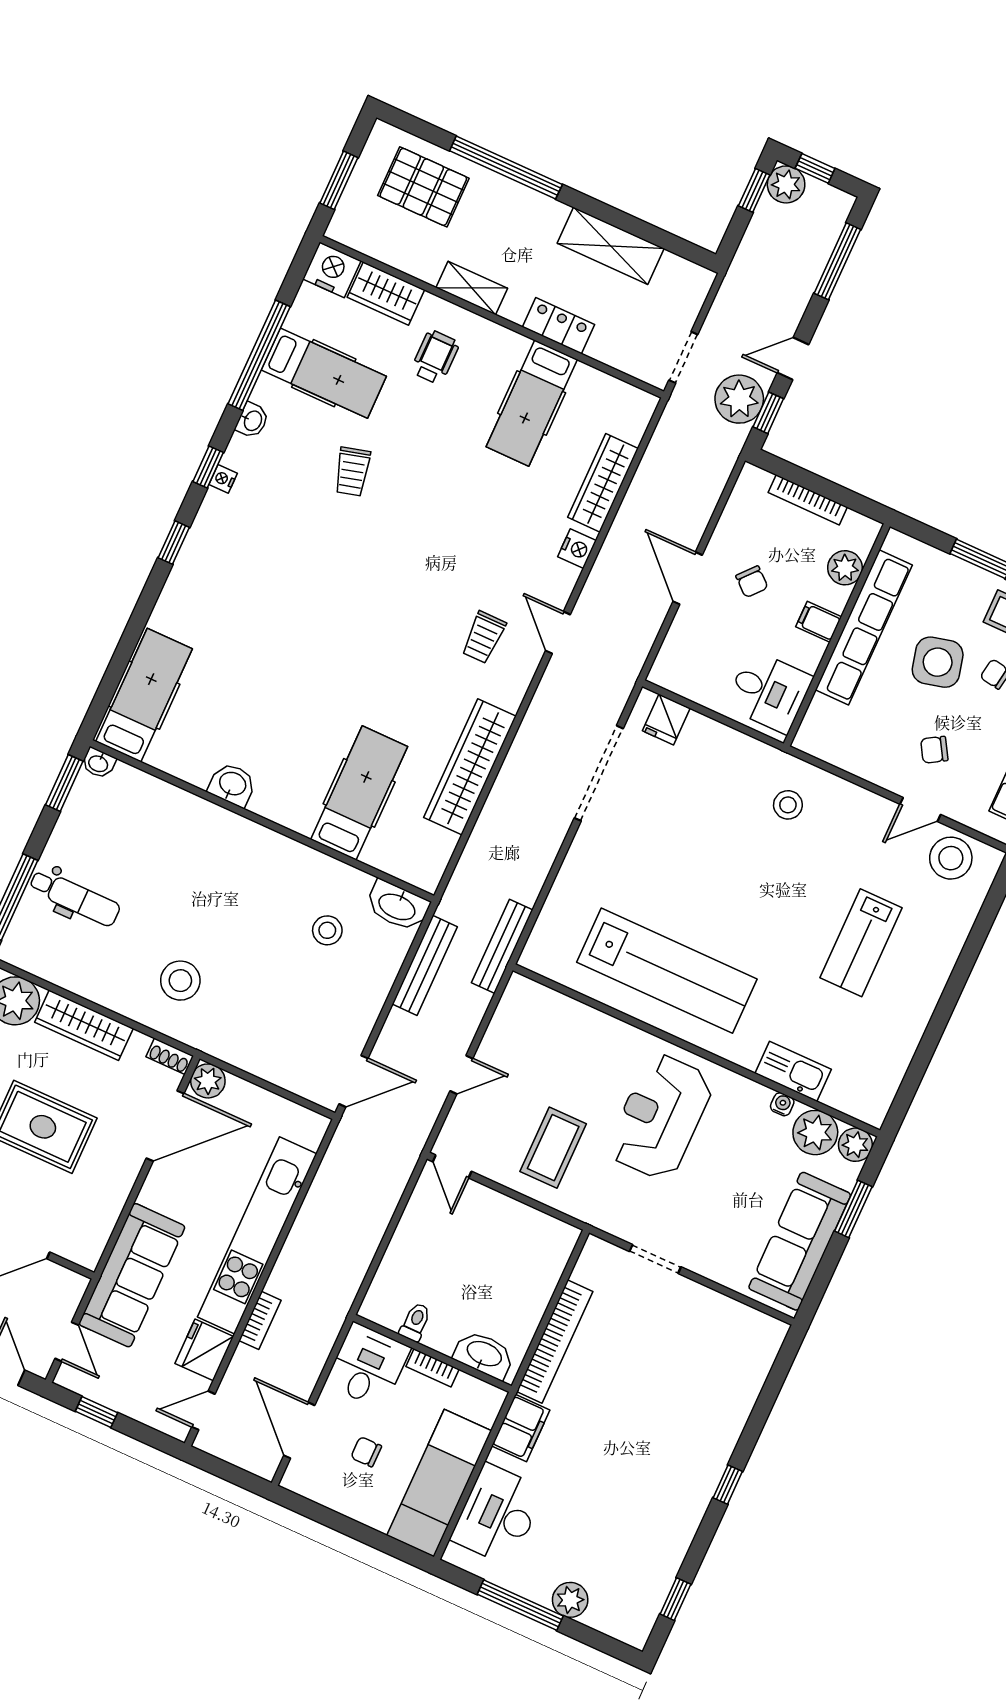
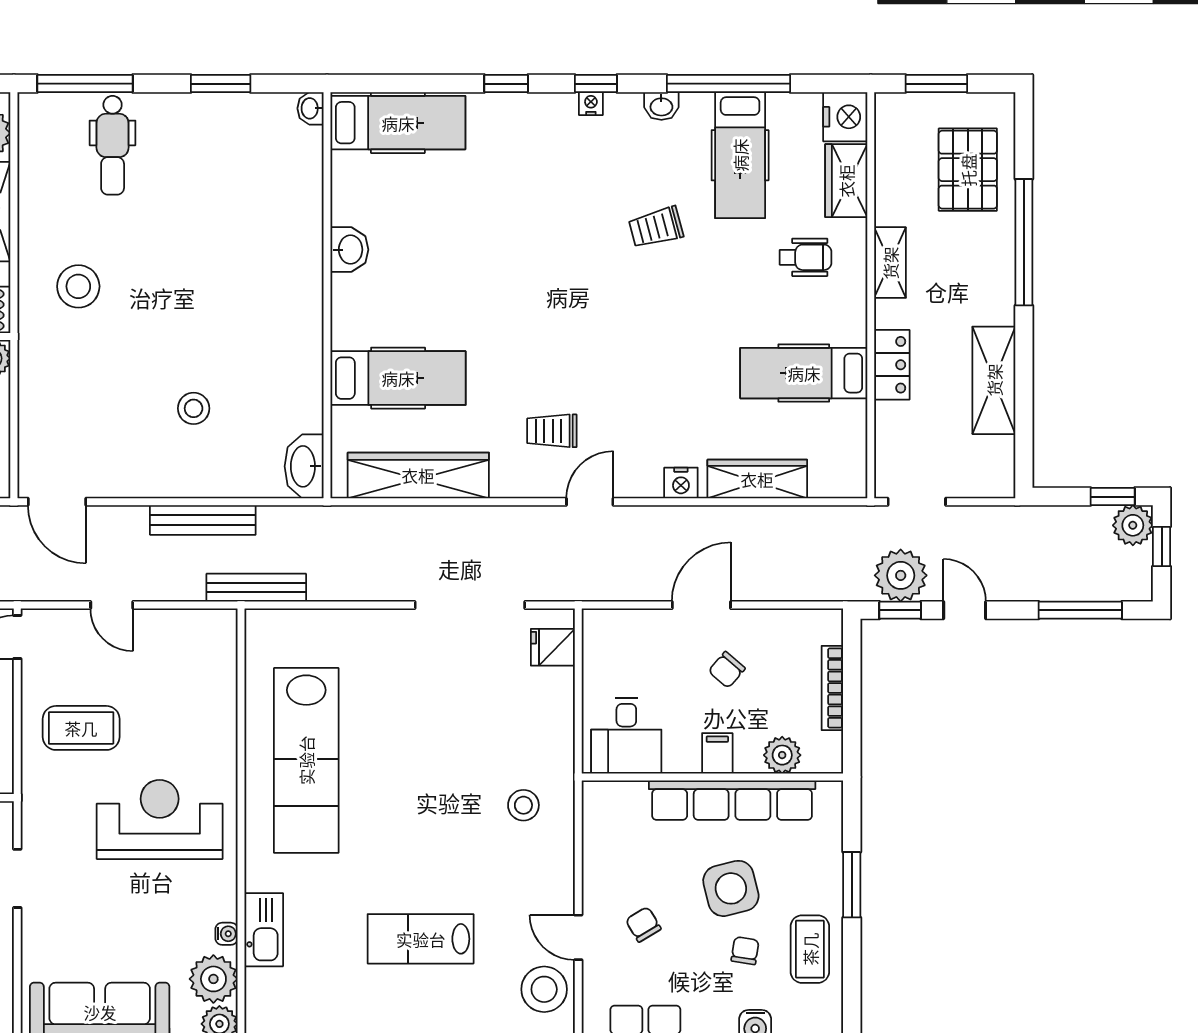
hospital bed: (144, 695) -> (398, 123), moved
washbasin: (98, 763) -> (310, 108), moved
washbasin: (232, 785) -> (349, 250), moved
hospital bed: (359, 793) -> (398, 378), moved
wall: (262, 821) -> (327, 295), moved
washbasin: (397, 906) -> (304, 466), moved

